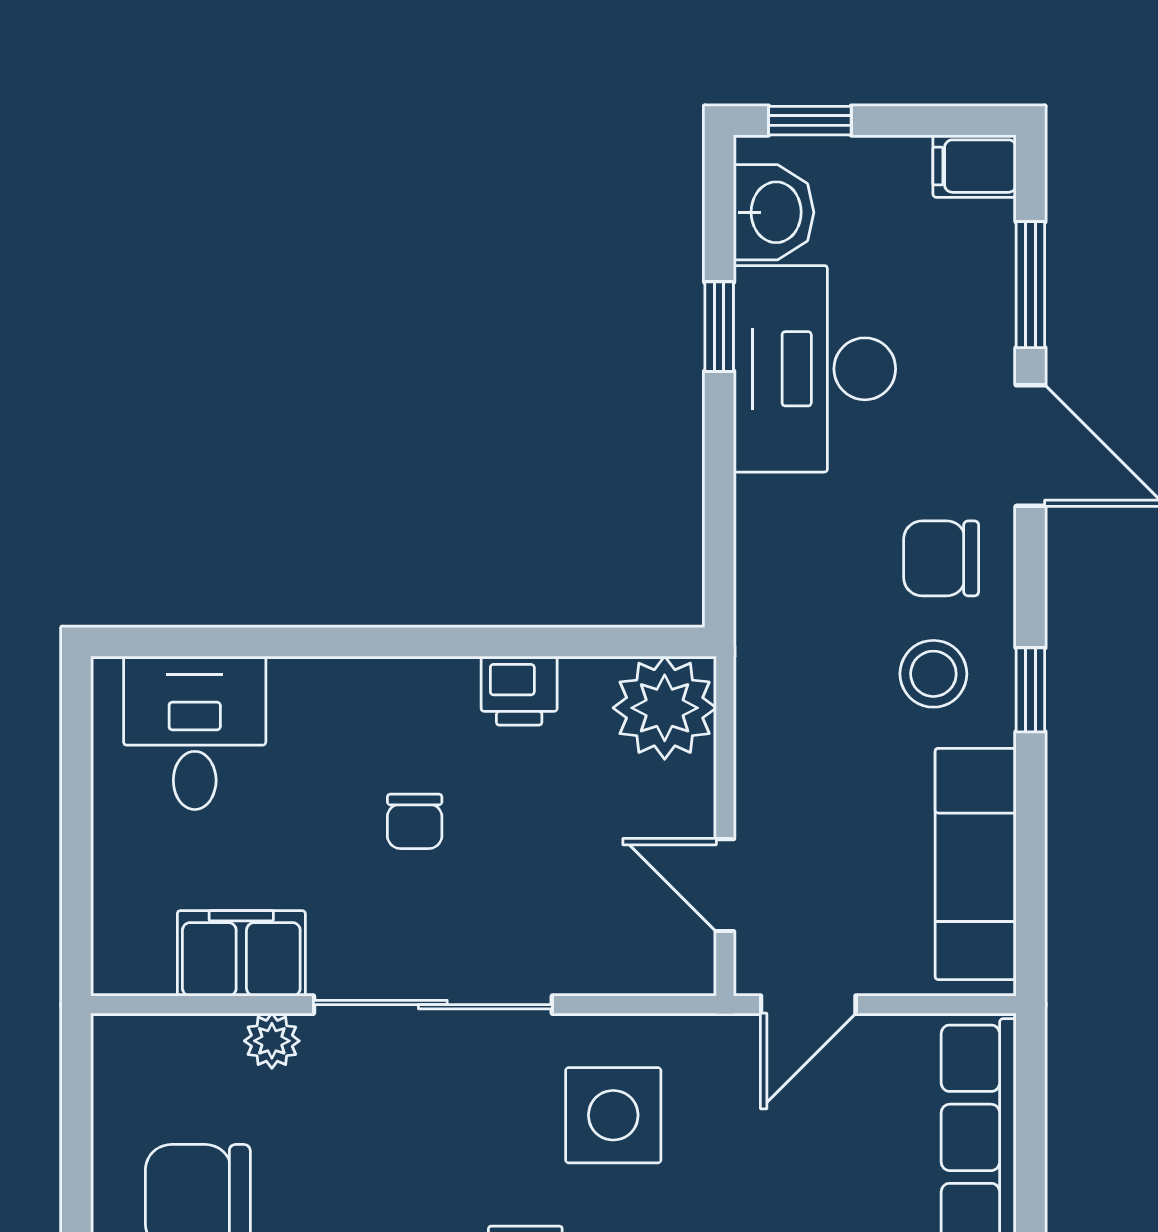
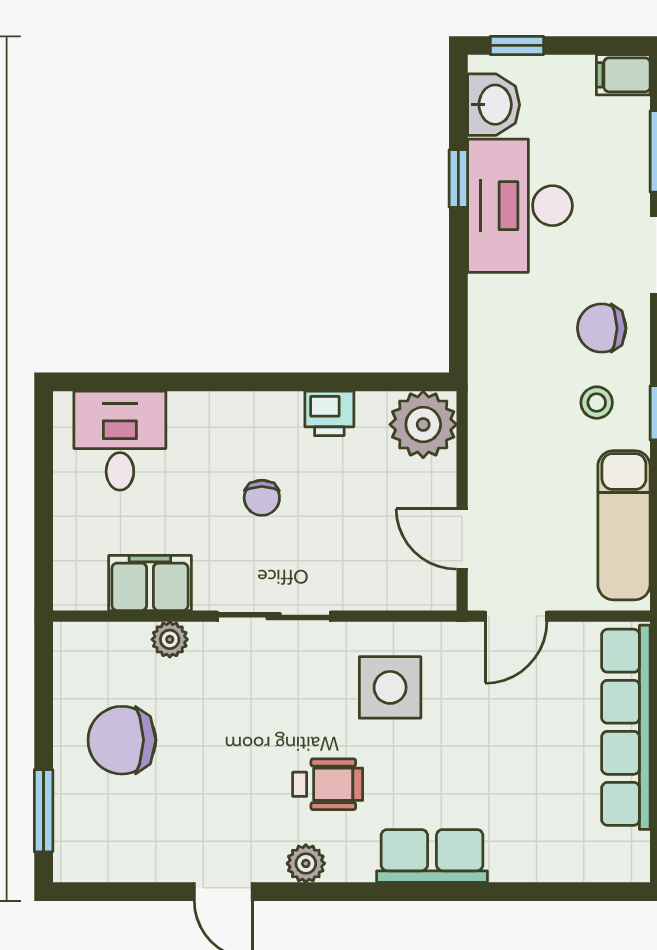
stool: (933, 674) -> (597, 403), width x0.73, depth x0.73
sliding door: (433, 1005) -> (274, 616), width x0.73

